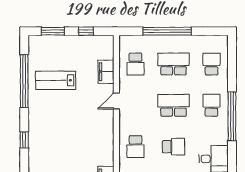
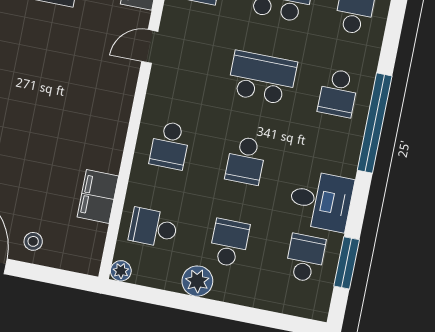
school desk: (212, 105) -> (338, 93), turned 180
school desk: (174, 147) -> (246, 160), turned 90

